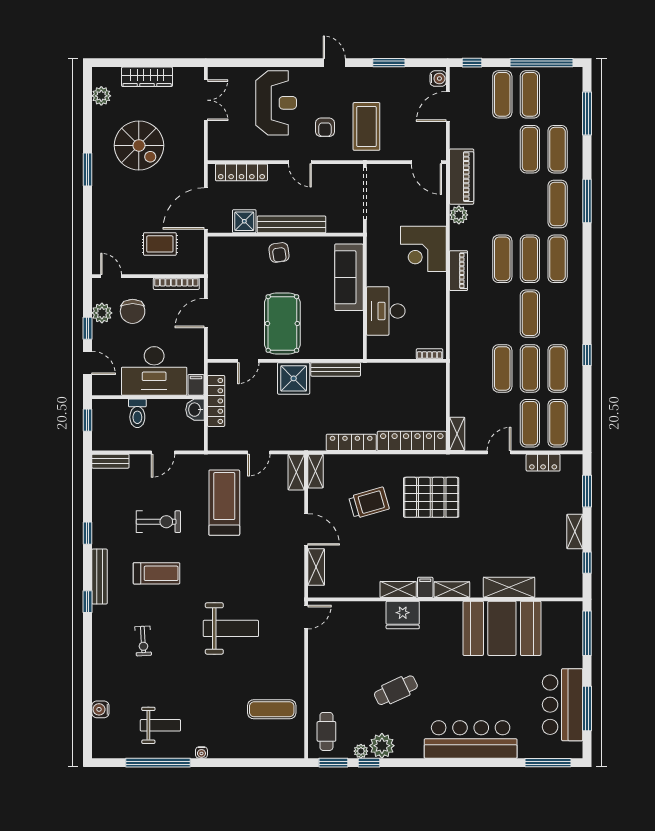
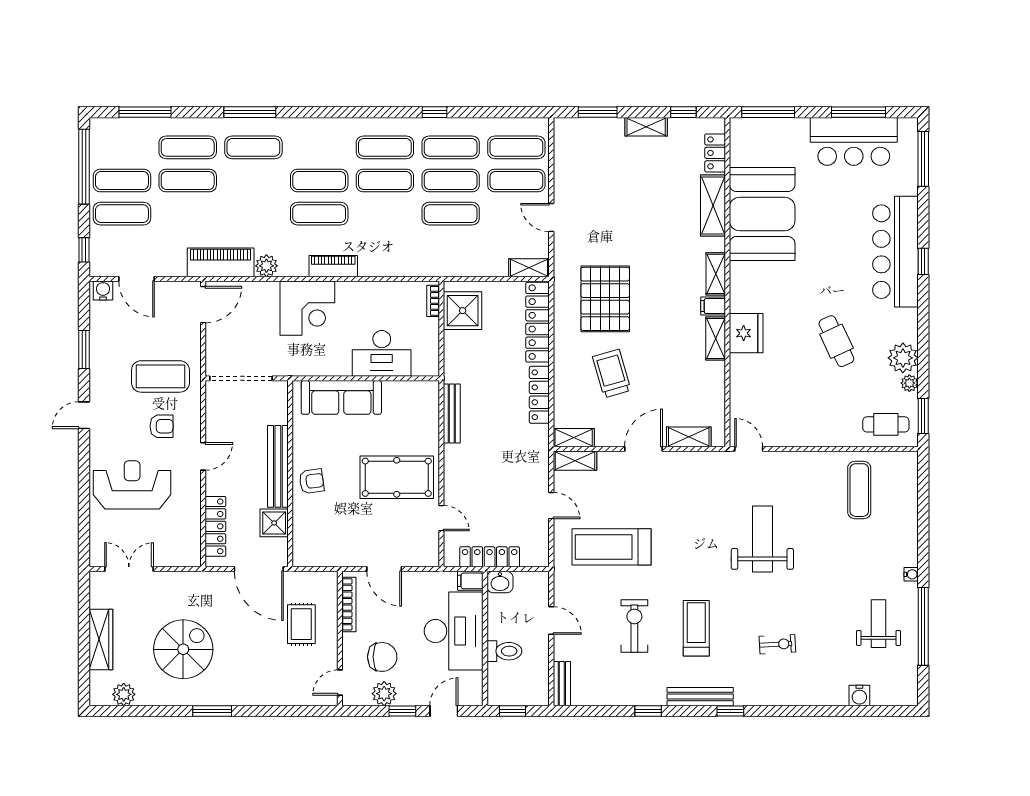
exercise mat: (558, 259) -> (385, 147), moved
shower: (294, 378) -> (463, 311), moved
locker: (543, 463) -> (715, 153), moved, turned 180
window: (369, 763) -> (923, 261), moved

